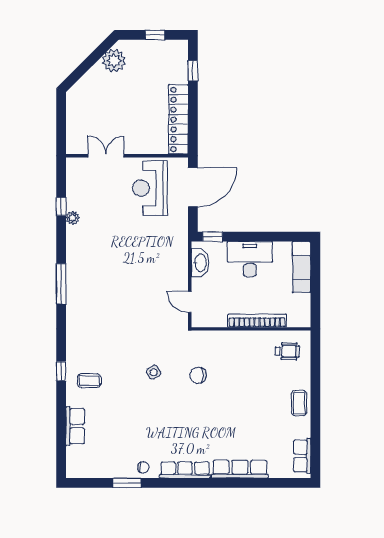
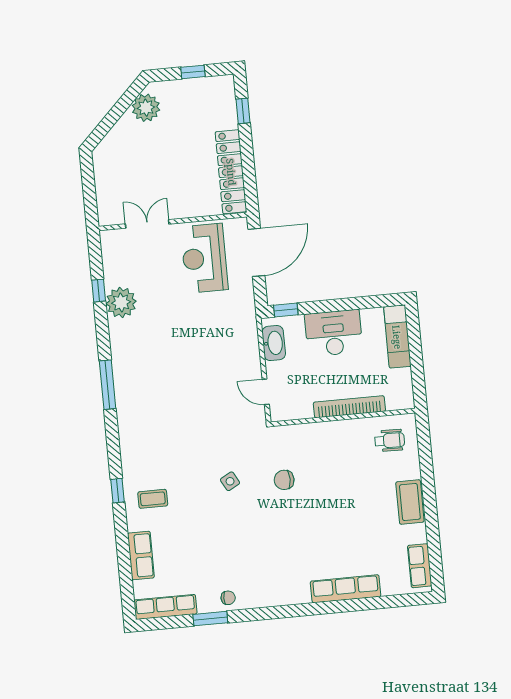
plant: (73, 218) -> (121, 302), width x1.88, depth x1.88
coffee table: (299, 403) -> (410, 502), width x1.36, depth x1.30
row of seats: (185, 470) -> (165, 607), moved

